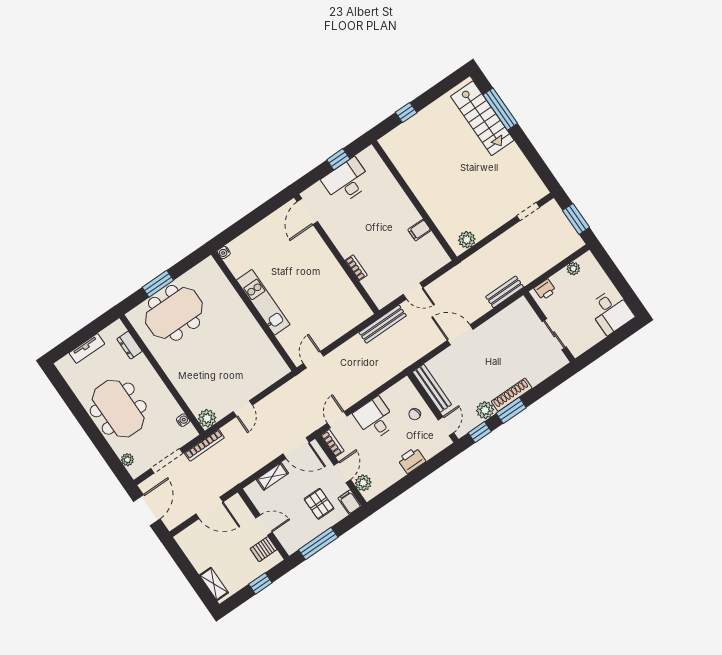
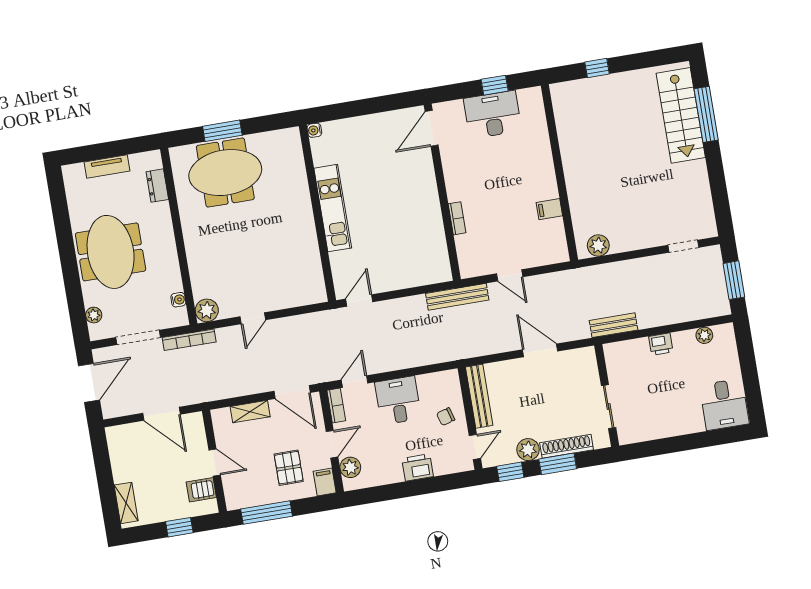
wall: (549, 327) -> (607, 395), moved
sliding door: (554, 334) -> (609, 407), moved

